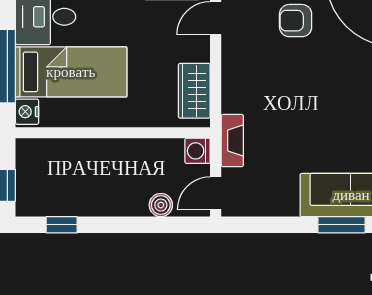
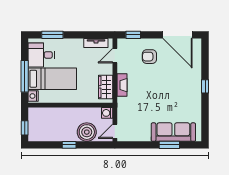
fireplace: (232, 141) -> (122, 85), moved
boiler: (161, 205) -> (87, 132), width x1.86, depth x1.86
window: (62, 225) -> (69, 145), moved

